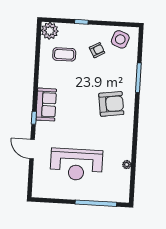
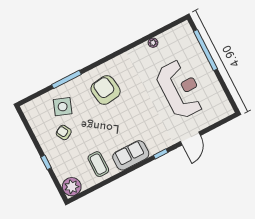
side table: (120, 39) -> (63, 107), moved
coffee table: (64, 54) -> (98, 164), moved
sofa: (46, 105) -> (131, 155), moved

